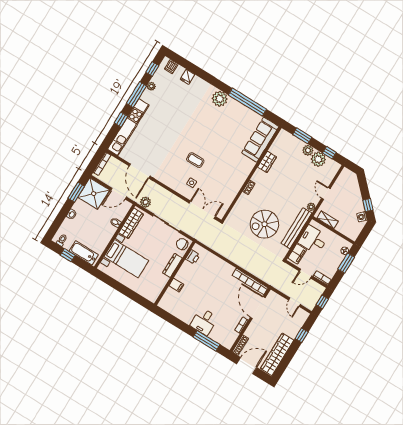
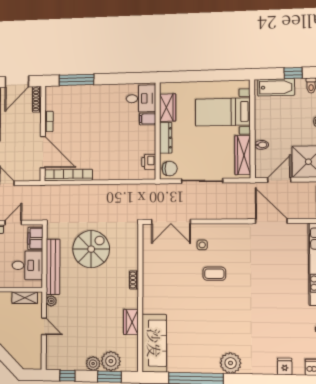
plant: (318, 159) -> (111, 361), moved
plant: (145, 202) -> (241, 190), removed
wardrobe: (159, 284) -> (168, 108), added
desk: (204, 321) -> (141, 98), moved, turned 90

